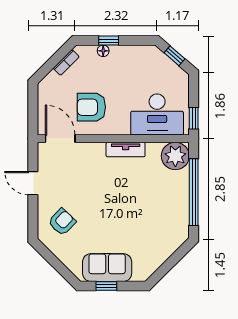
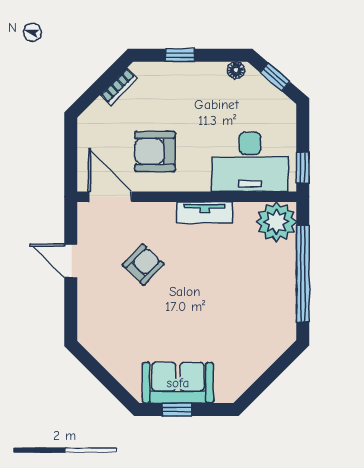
floor lamp: (103, 51) -> (236, 70), moved
armchair: (62, 222) -> (143, 265), moved

